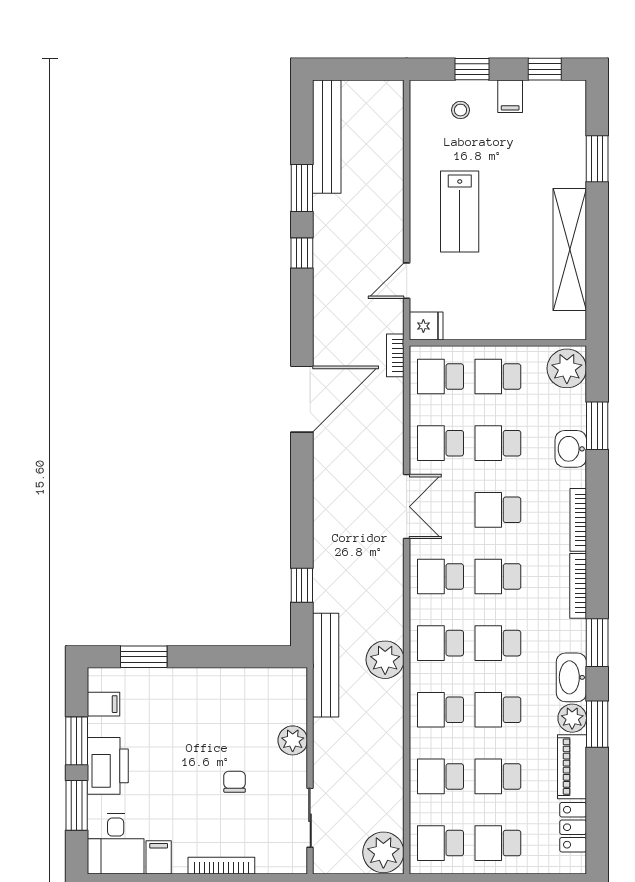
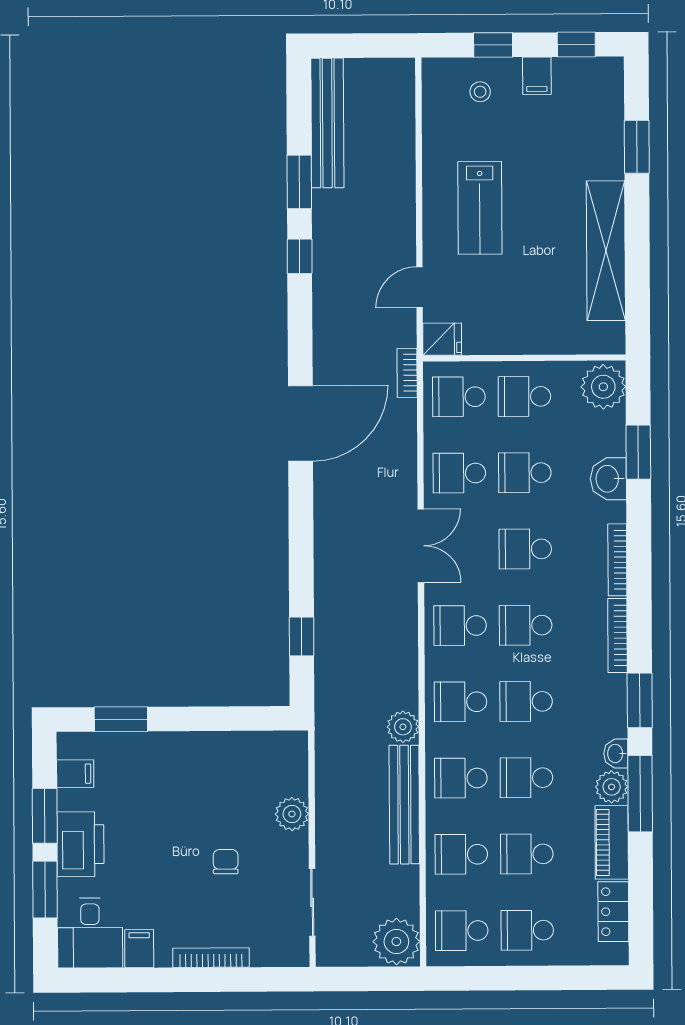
plant: (385, 660) -> (403, 727), width x0.73, depth x0.73
bench: (326, 665) -> (404, 805), moved
washbasin: (571, 677) -> (616, 754), width x0.52, depth x0.69
window: (597, 724) -> (640, 794), width x1.44

